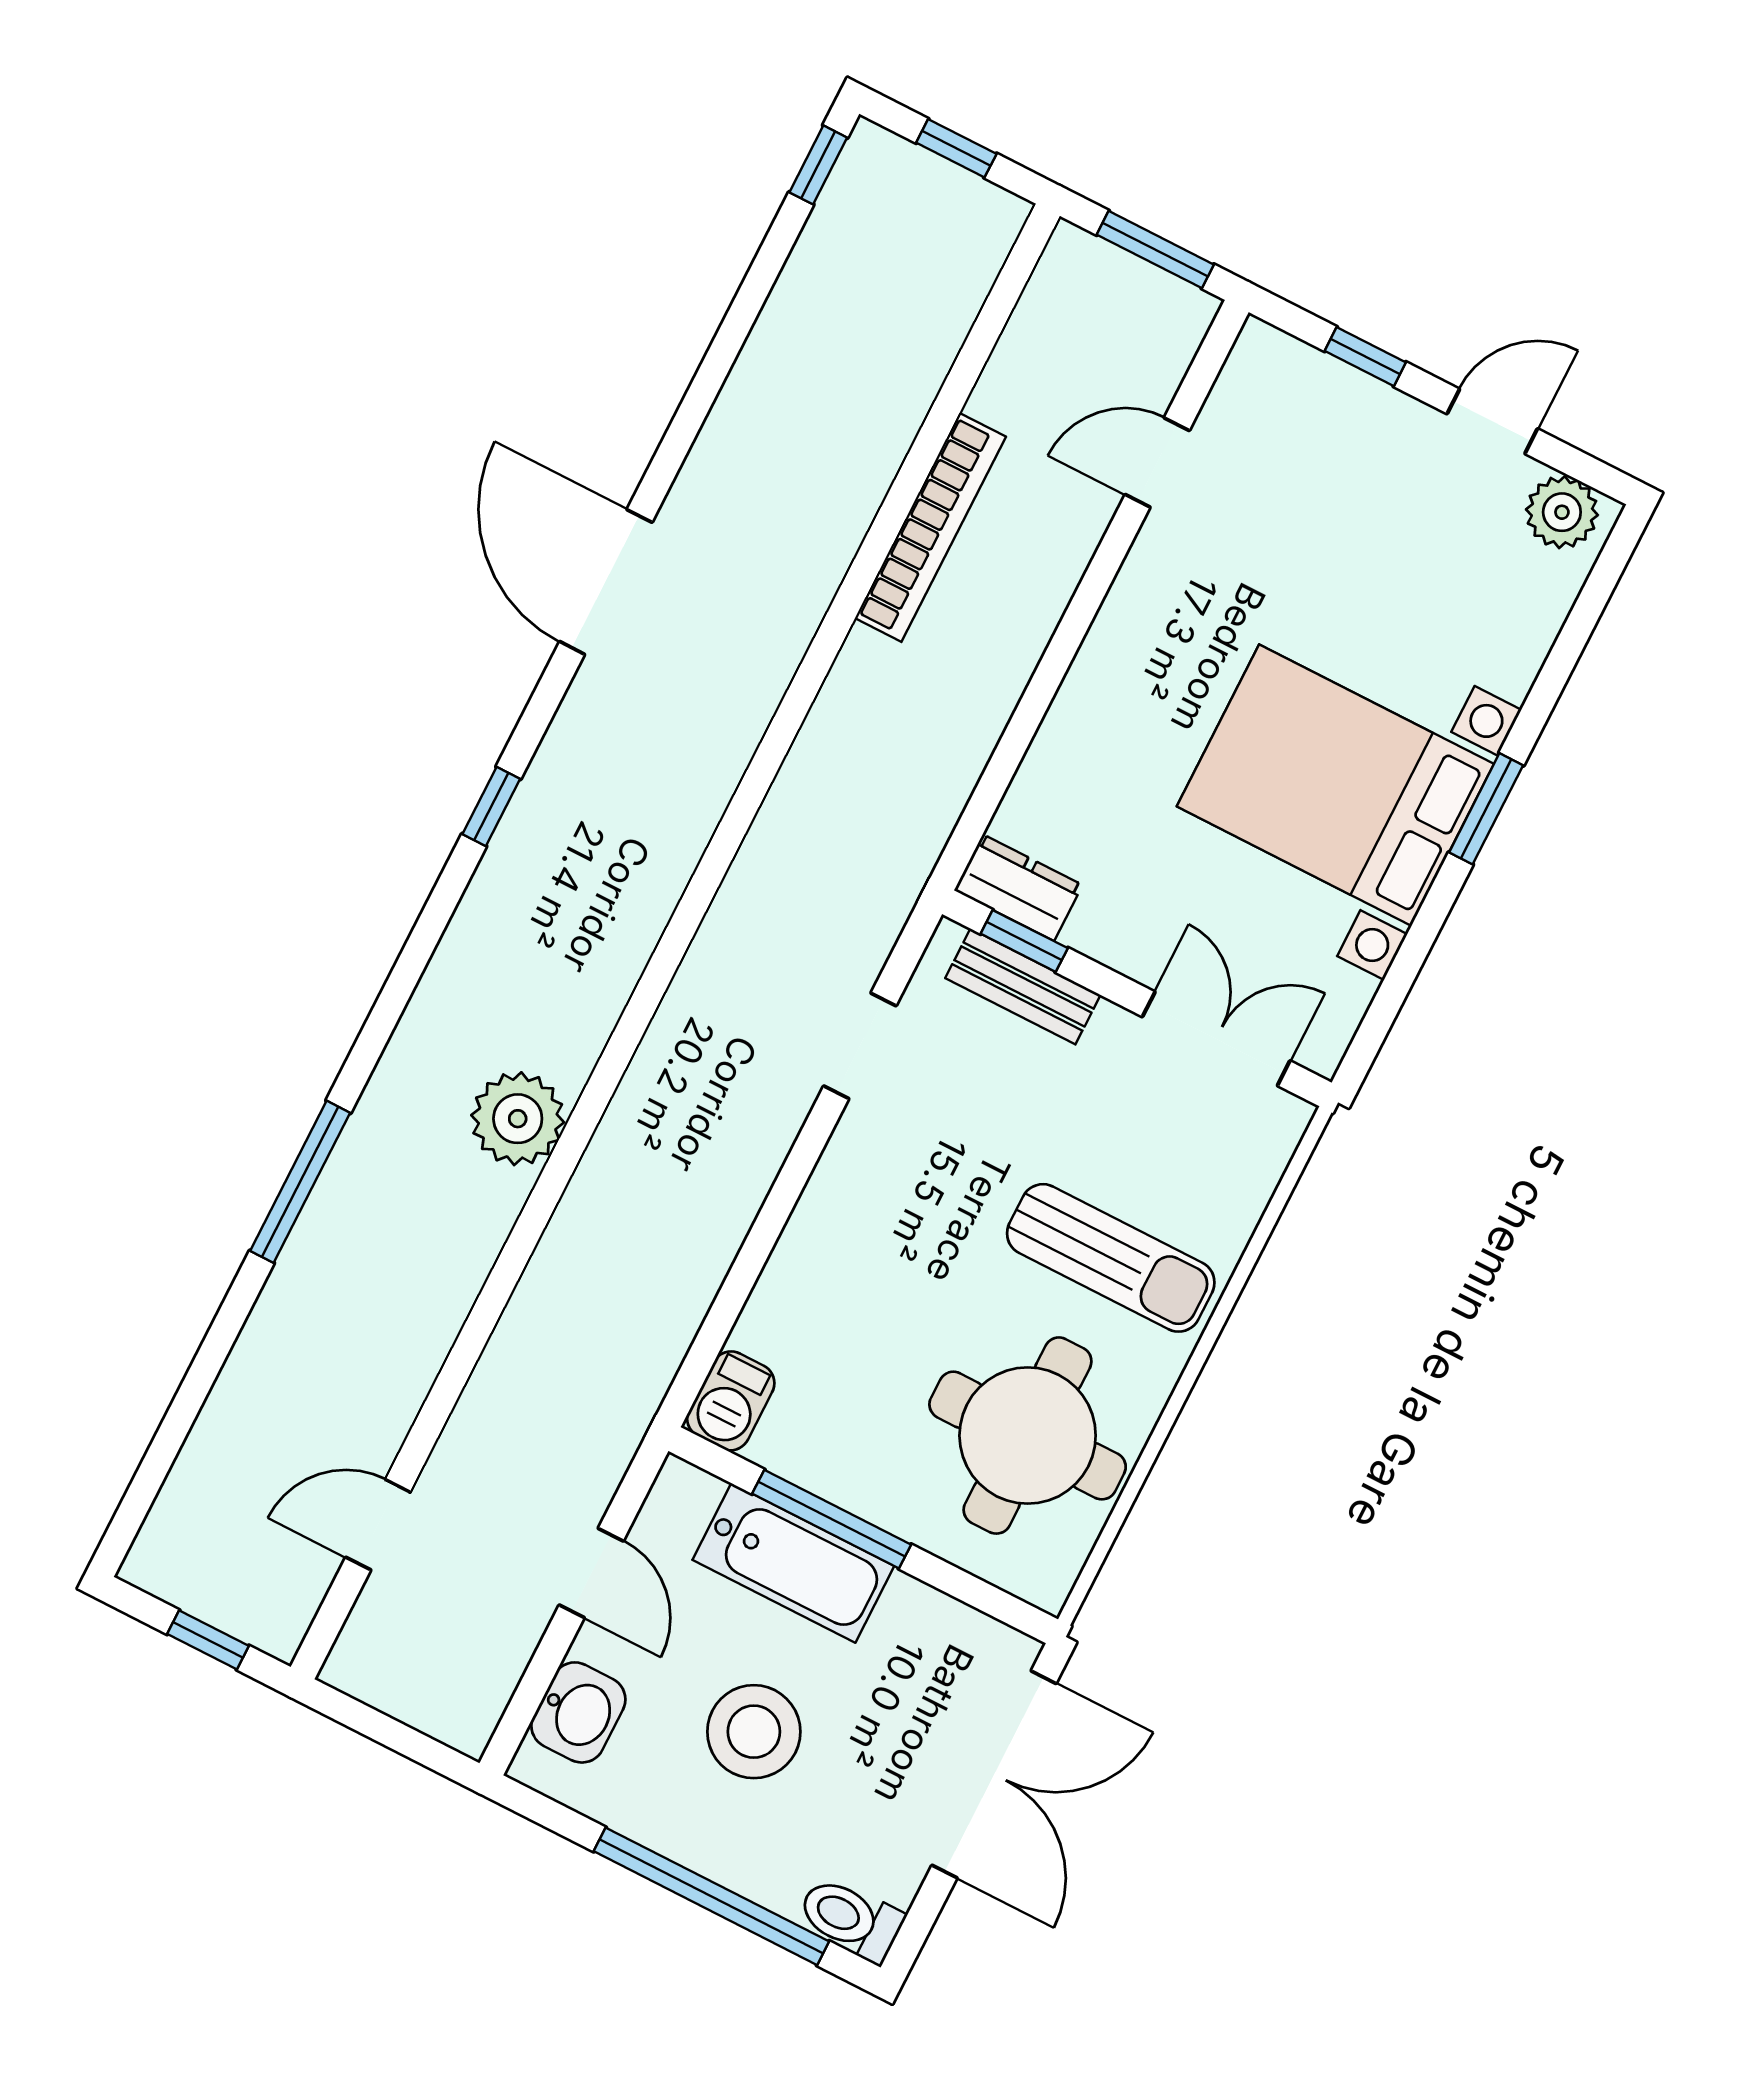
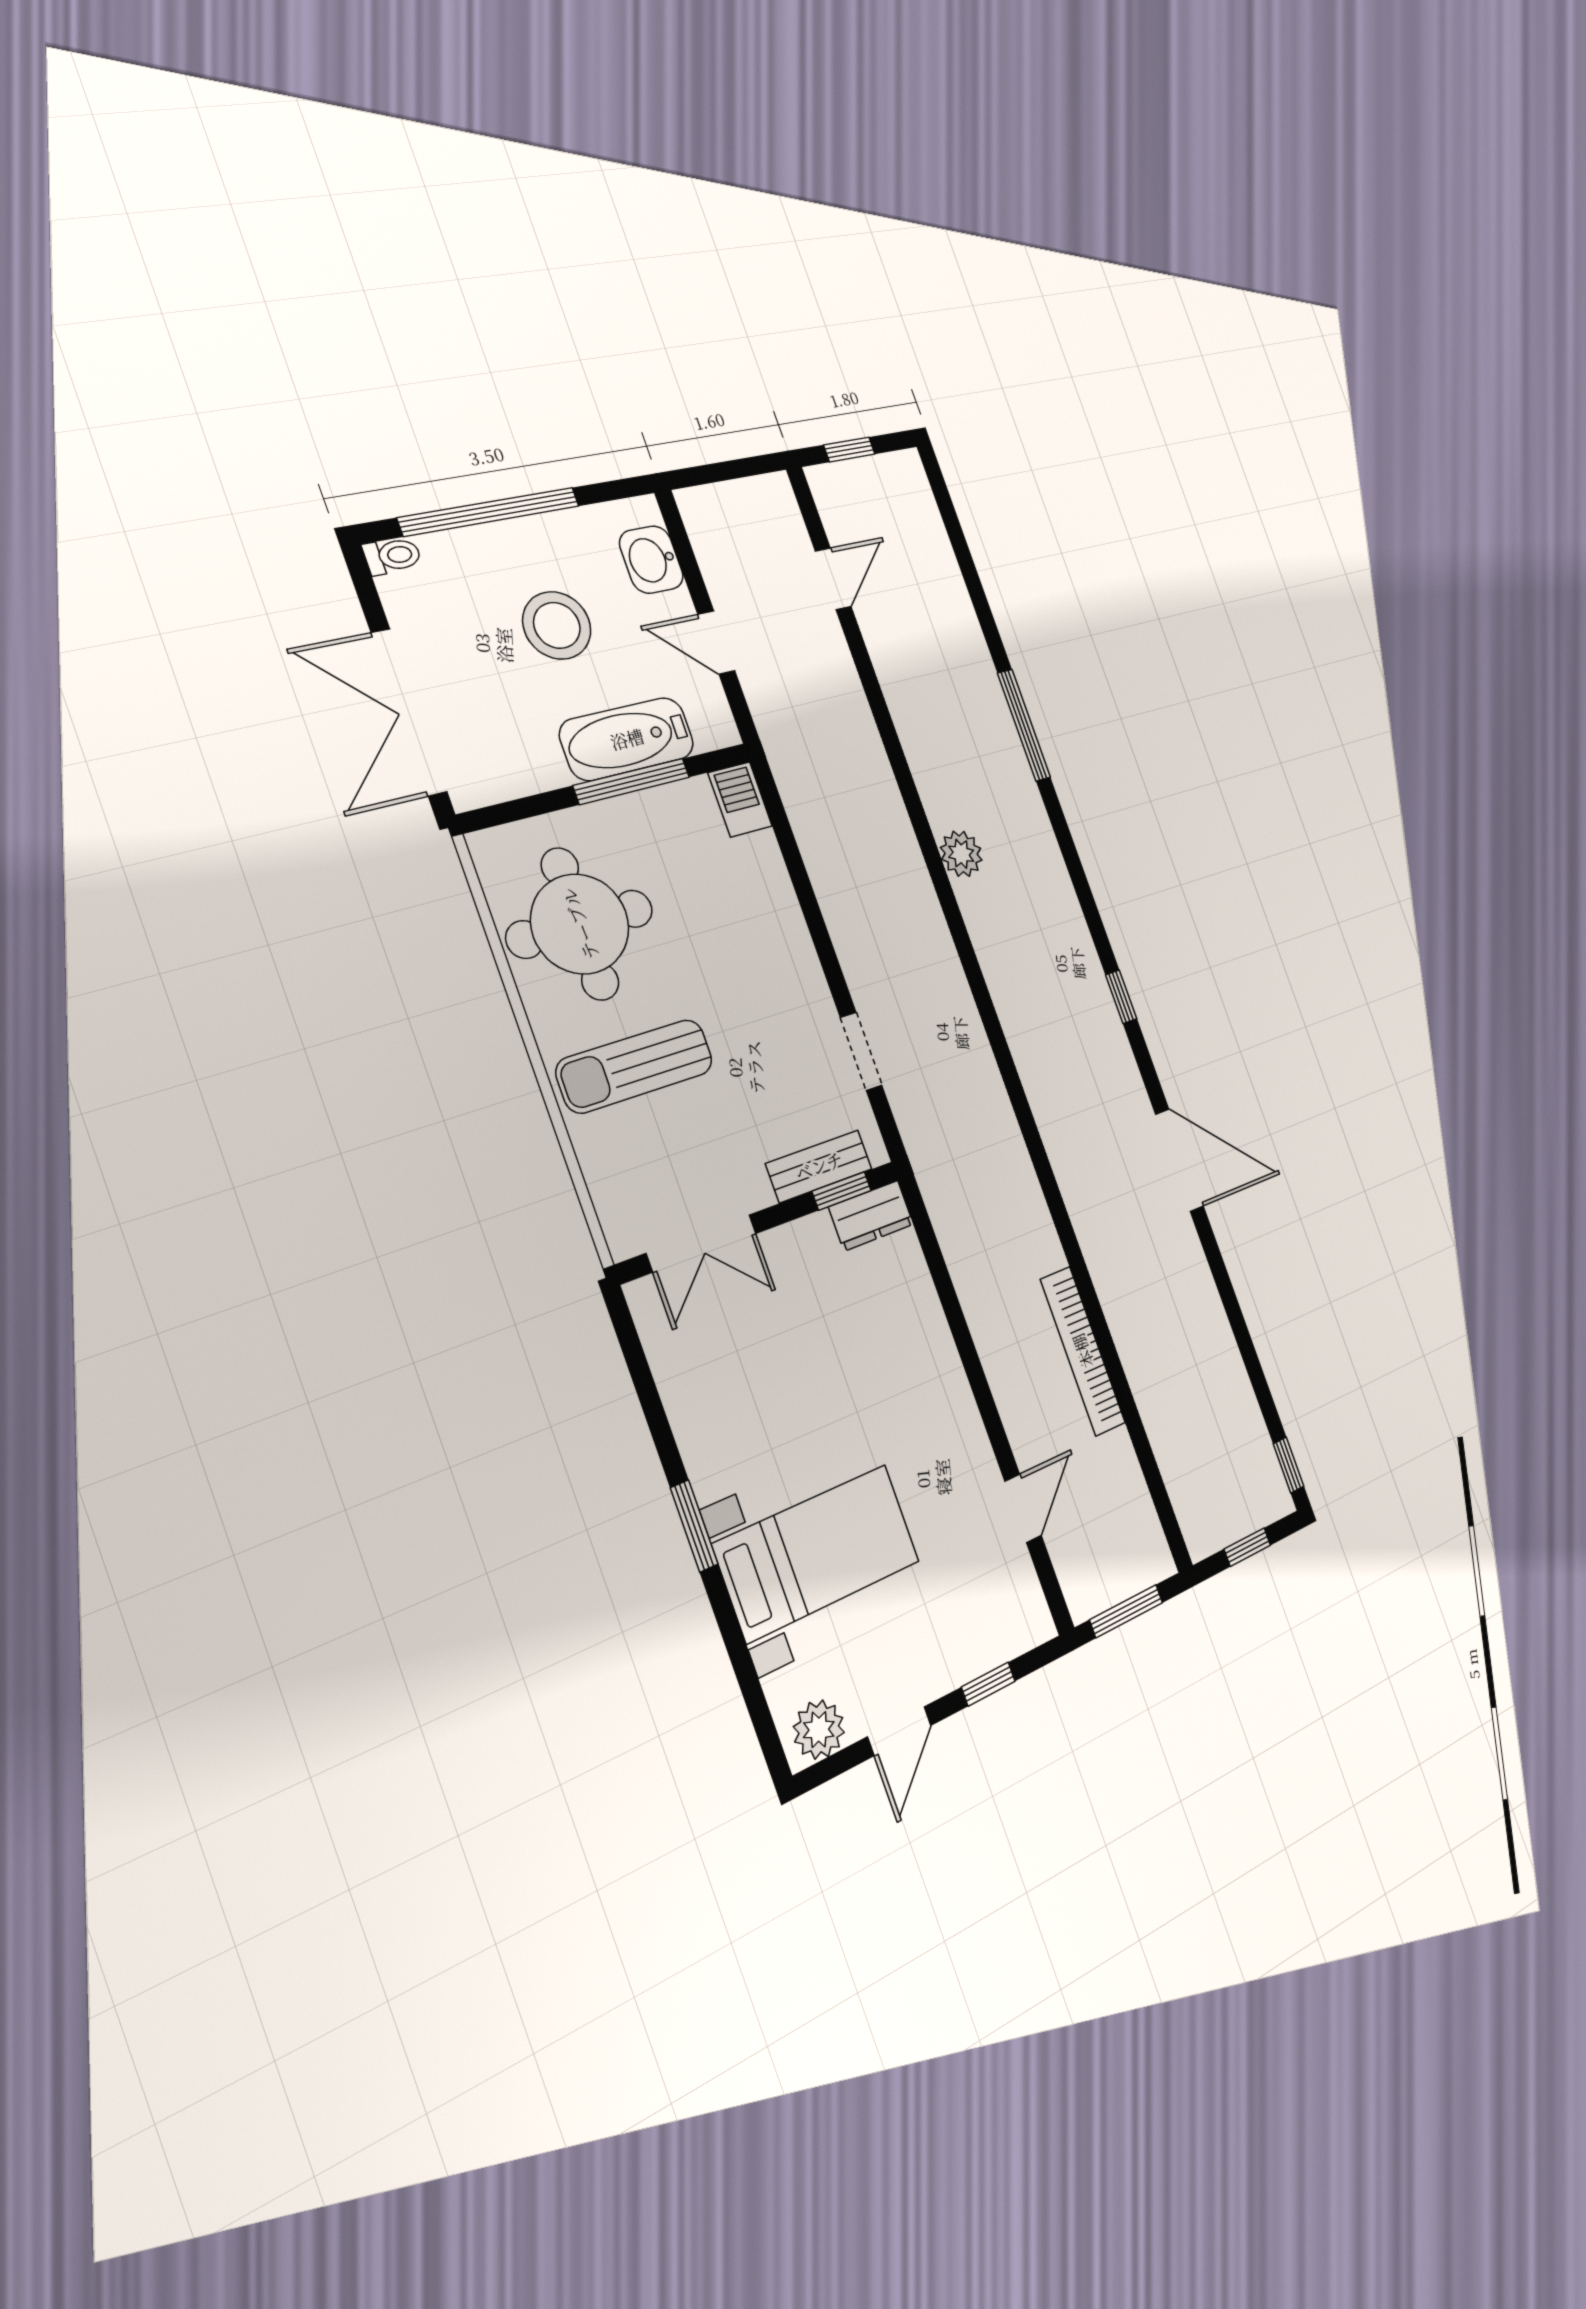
bed with nightstands: (1335, 785) -> (817, 1553), moved, width x0.73
plant: (518, 1119) -> (961, 854), width x0.73, depth x0.73
toilet: (851, 1919) -> (392, 556), width x0.73, depth x0.72

